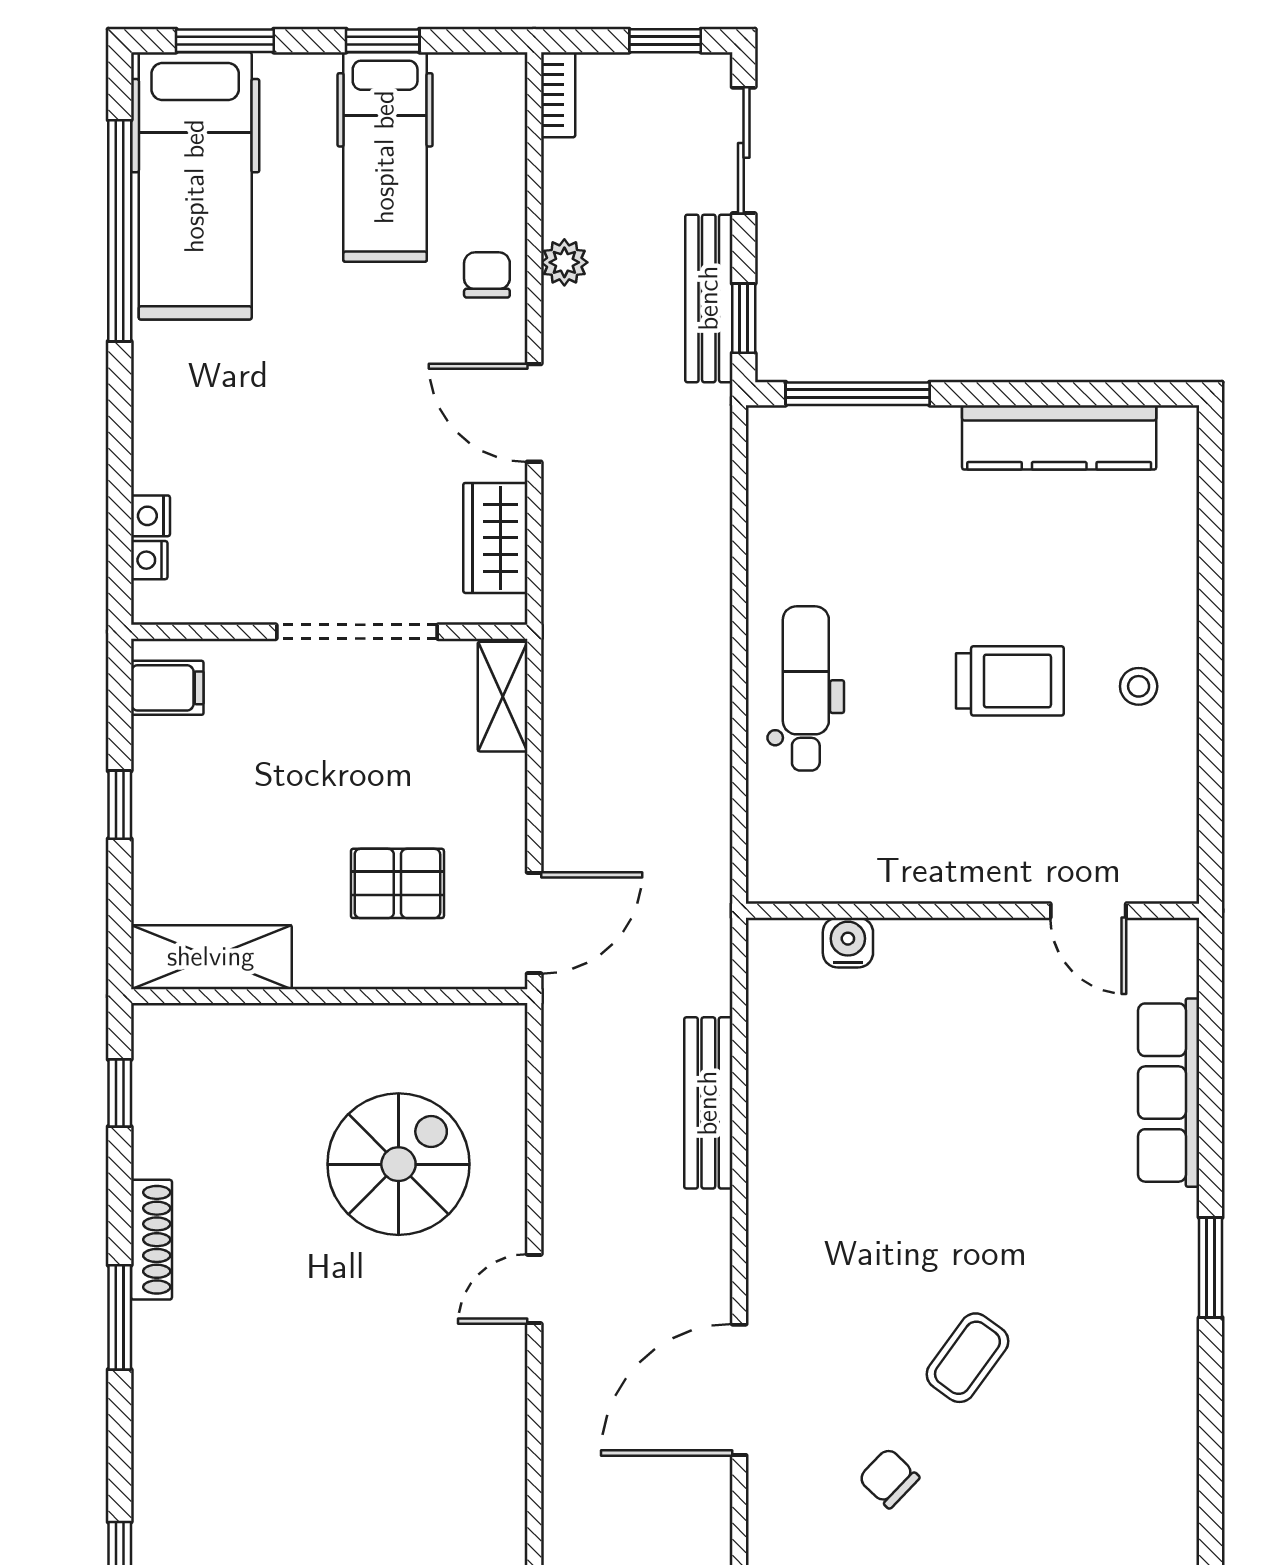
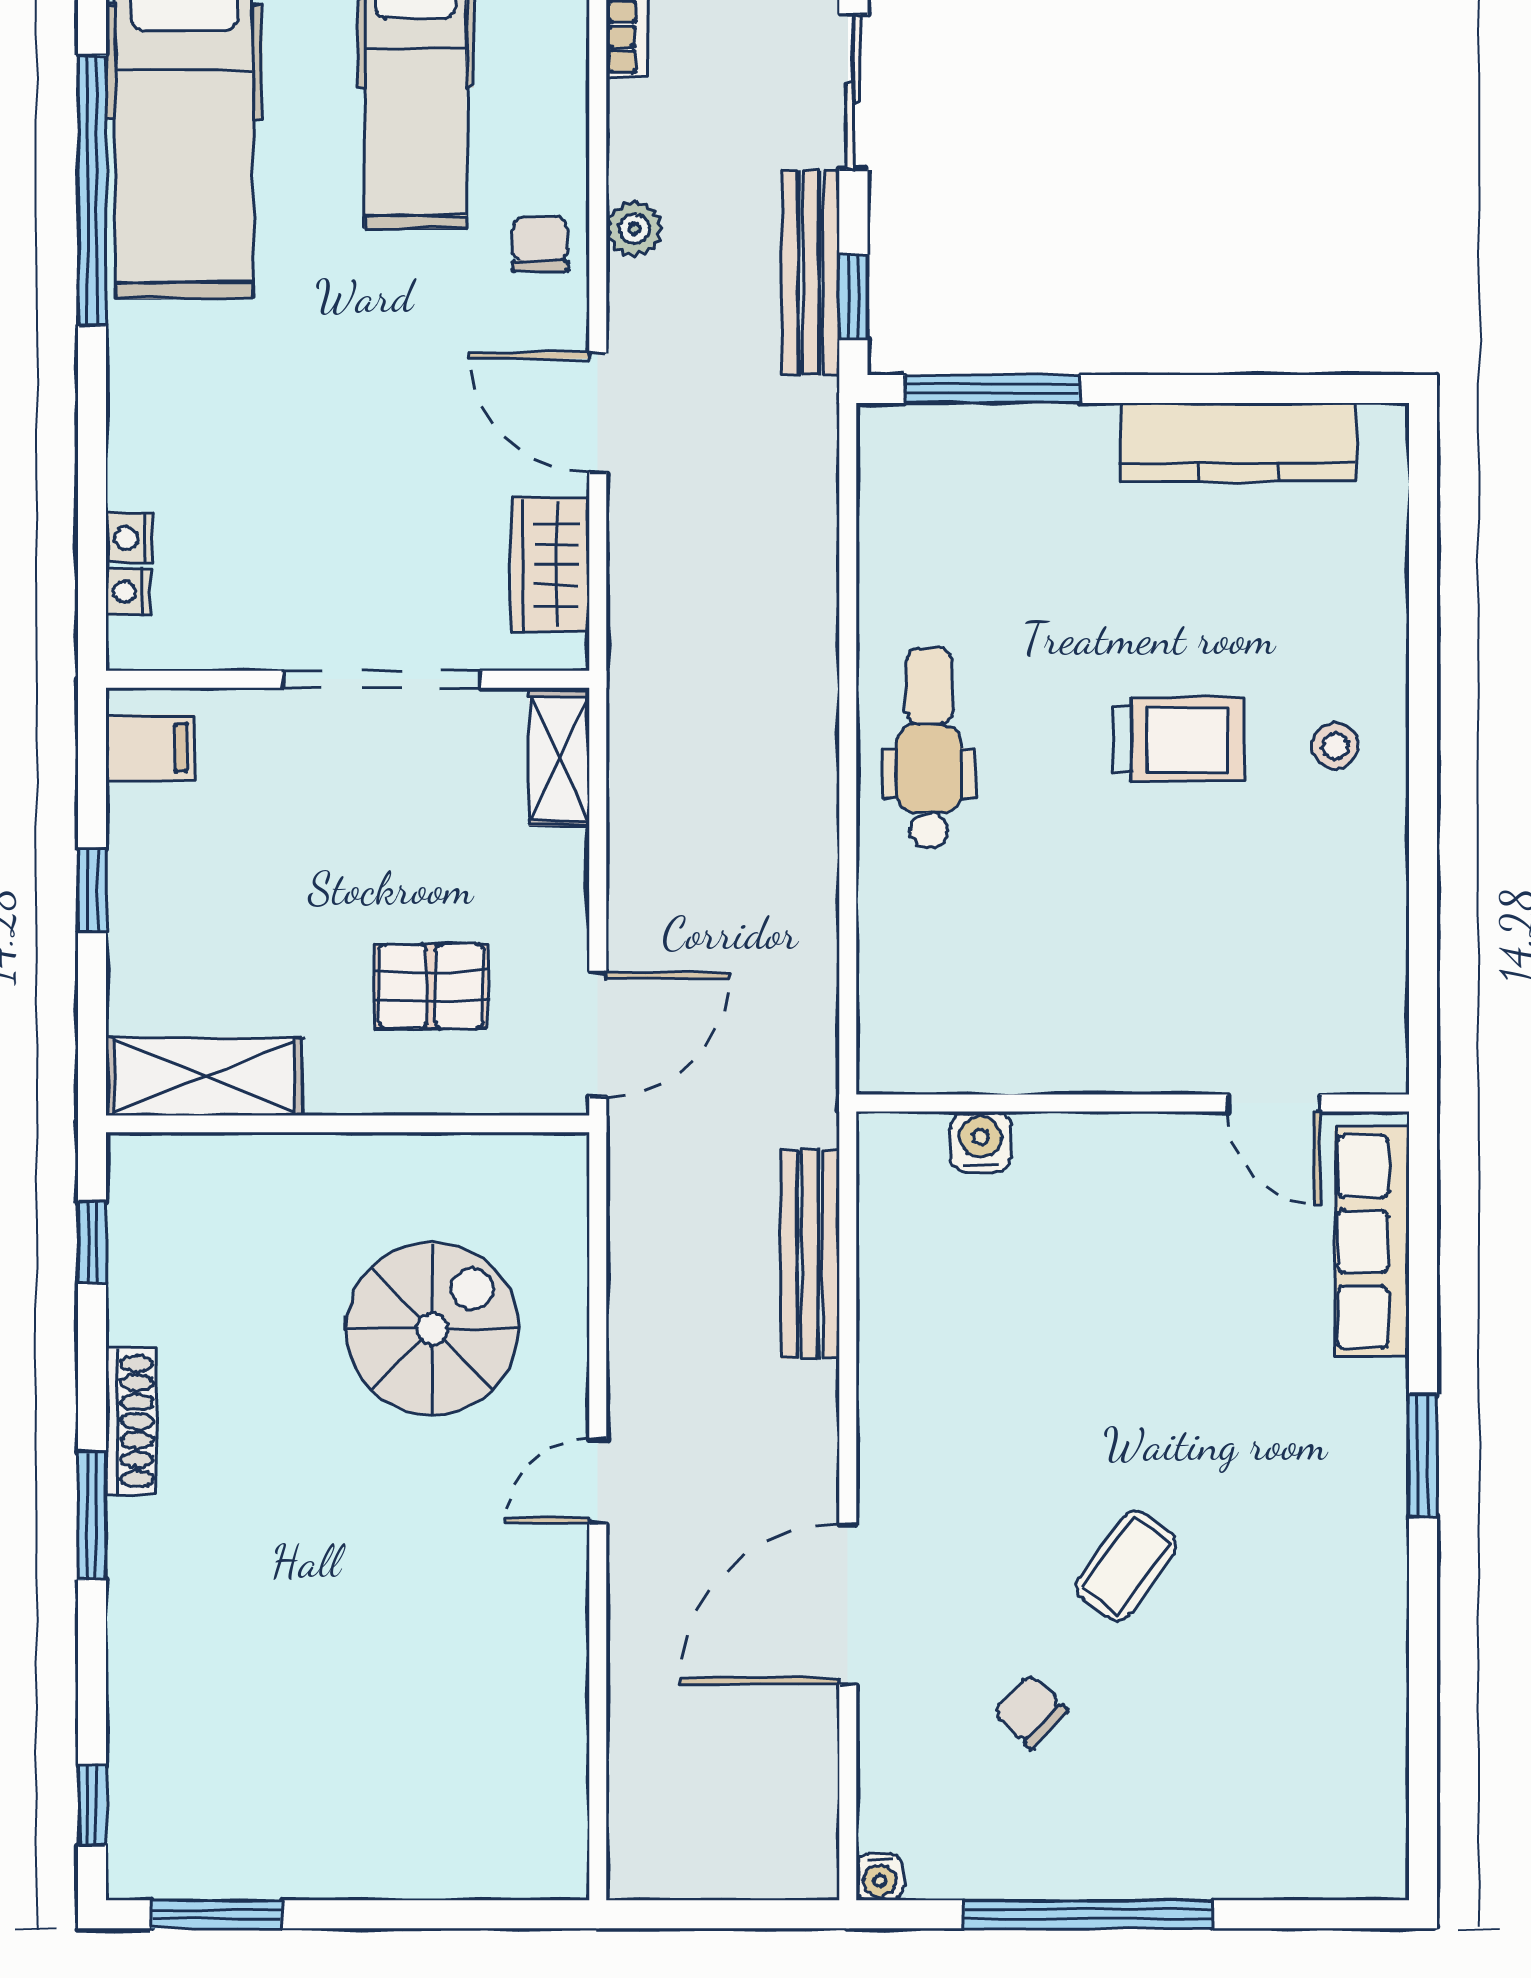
wall: (973, 911) -> (1133, 1103), moved
door: (1088, 911) -> (1274, 1103), moved
water cooler: (848, 943) -> (981, 1142), moved

